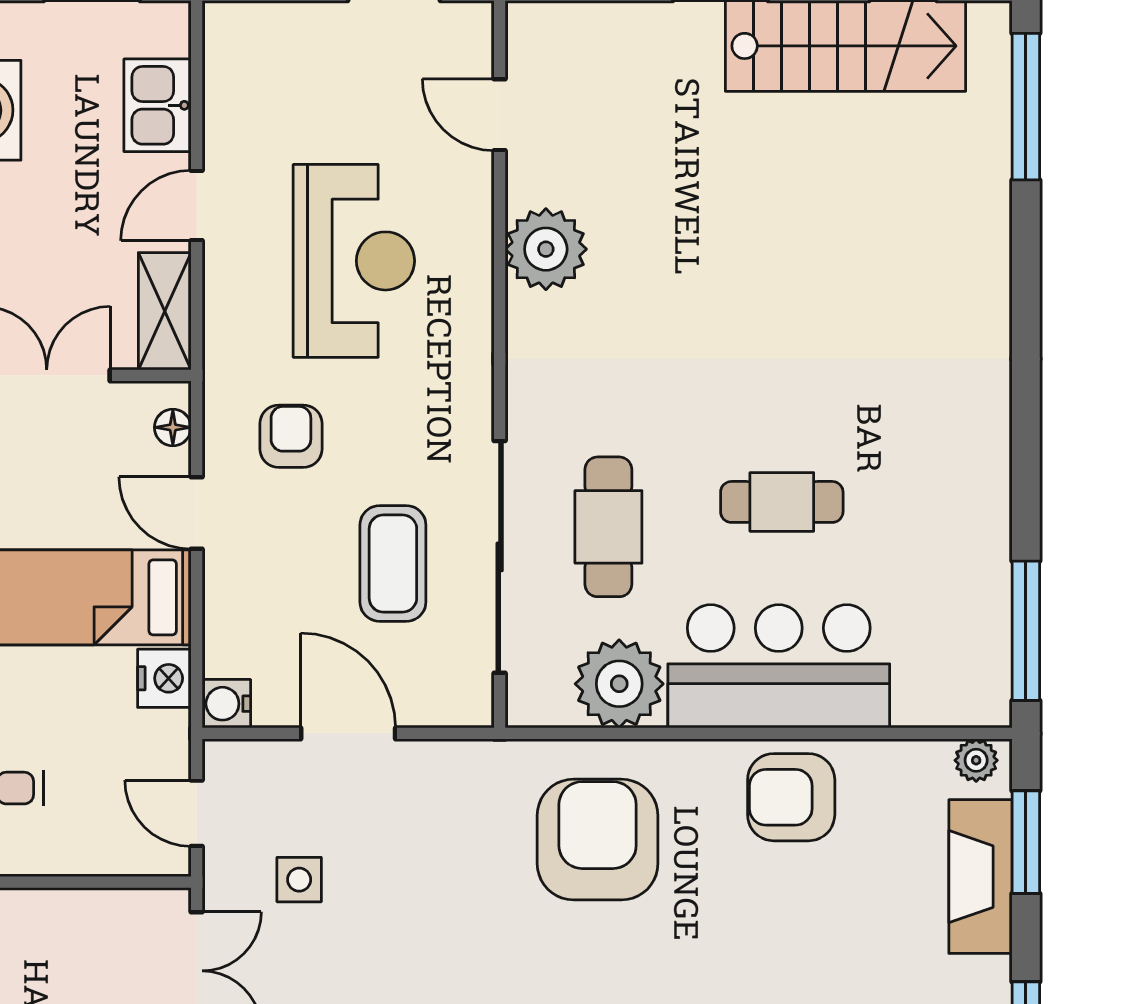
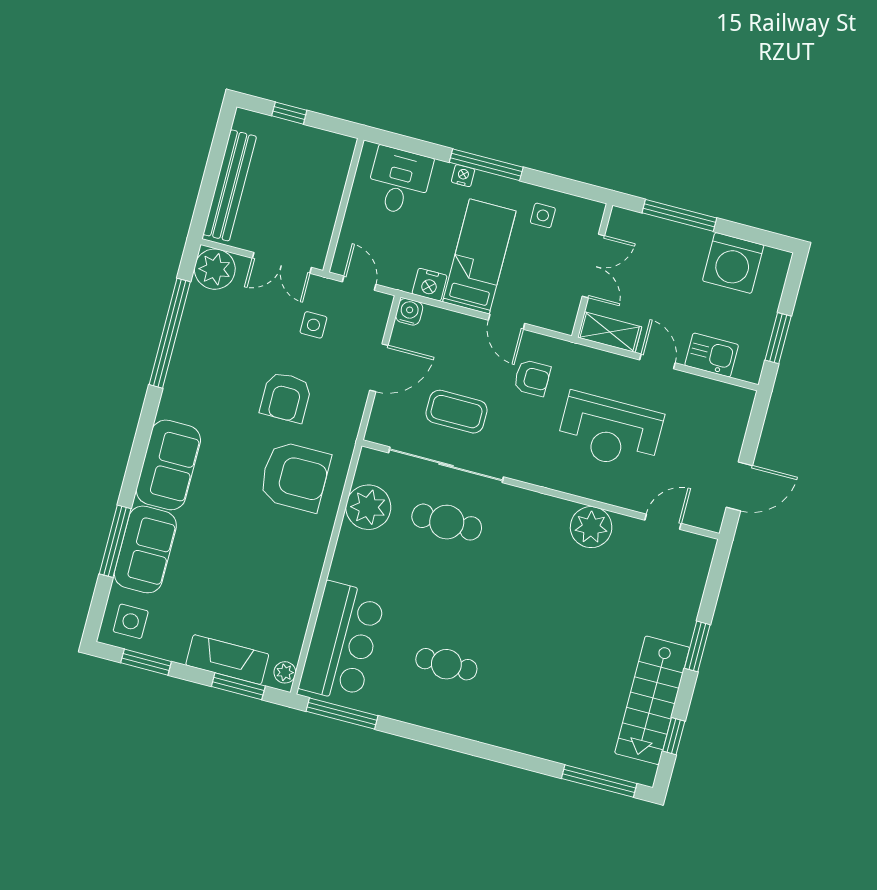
floor lamp: (173, 427) -> (552, 321), removed
cafe table: (782, 502) -> (446, 664), moved, turned 90
door: (197, 513) -> (507, 322), swing flipped
bar counter: (779, 666) -> (342, 642), moved
armchair: (791, 797) -> (286, 397), moved, turned 180
door: (197, 813) -> (359, 283), hinge flipped

